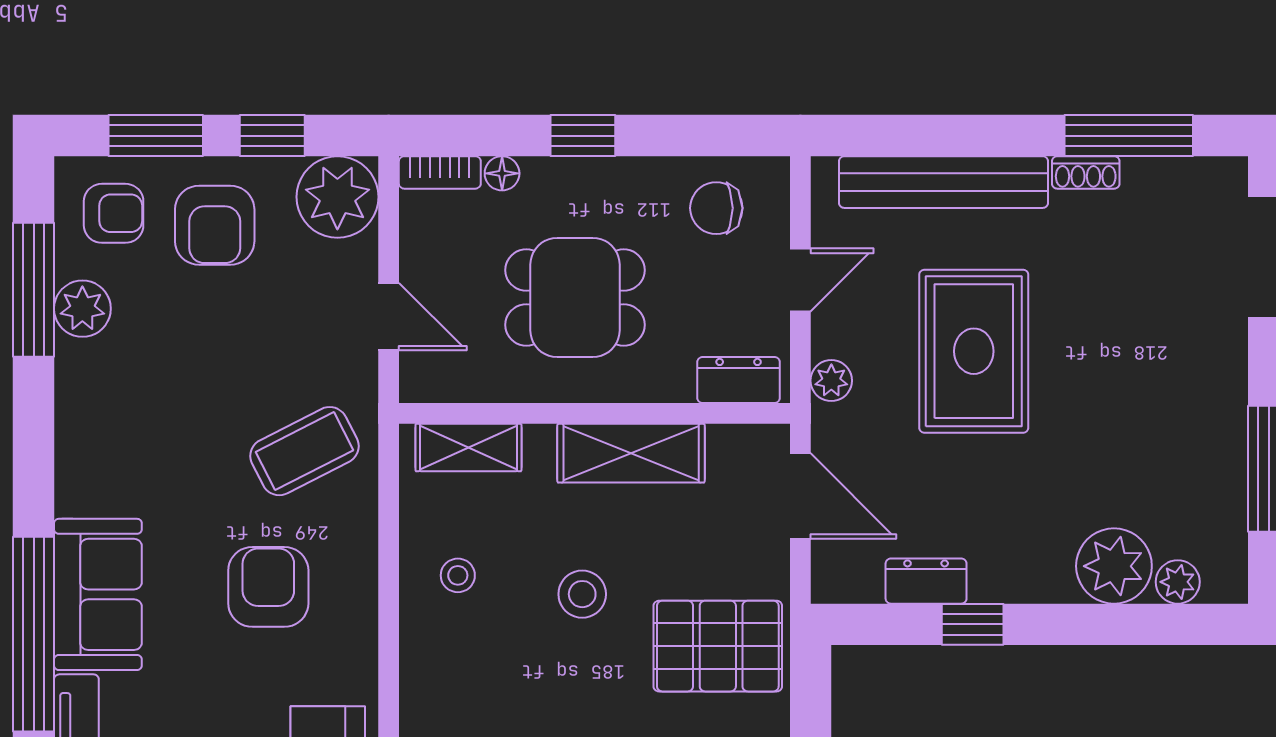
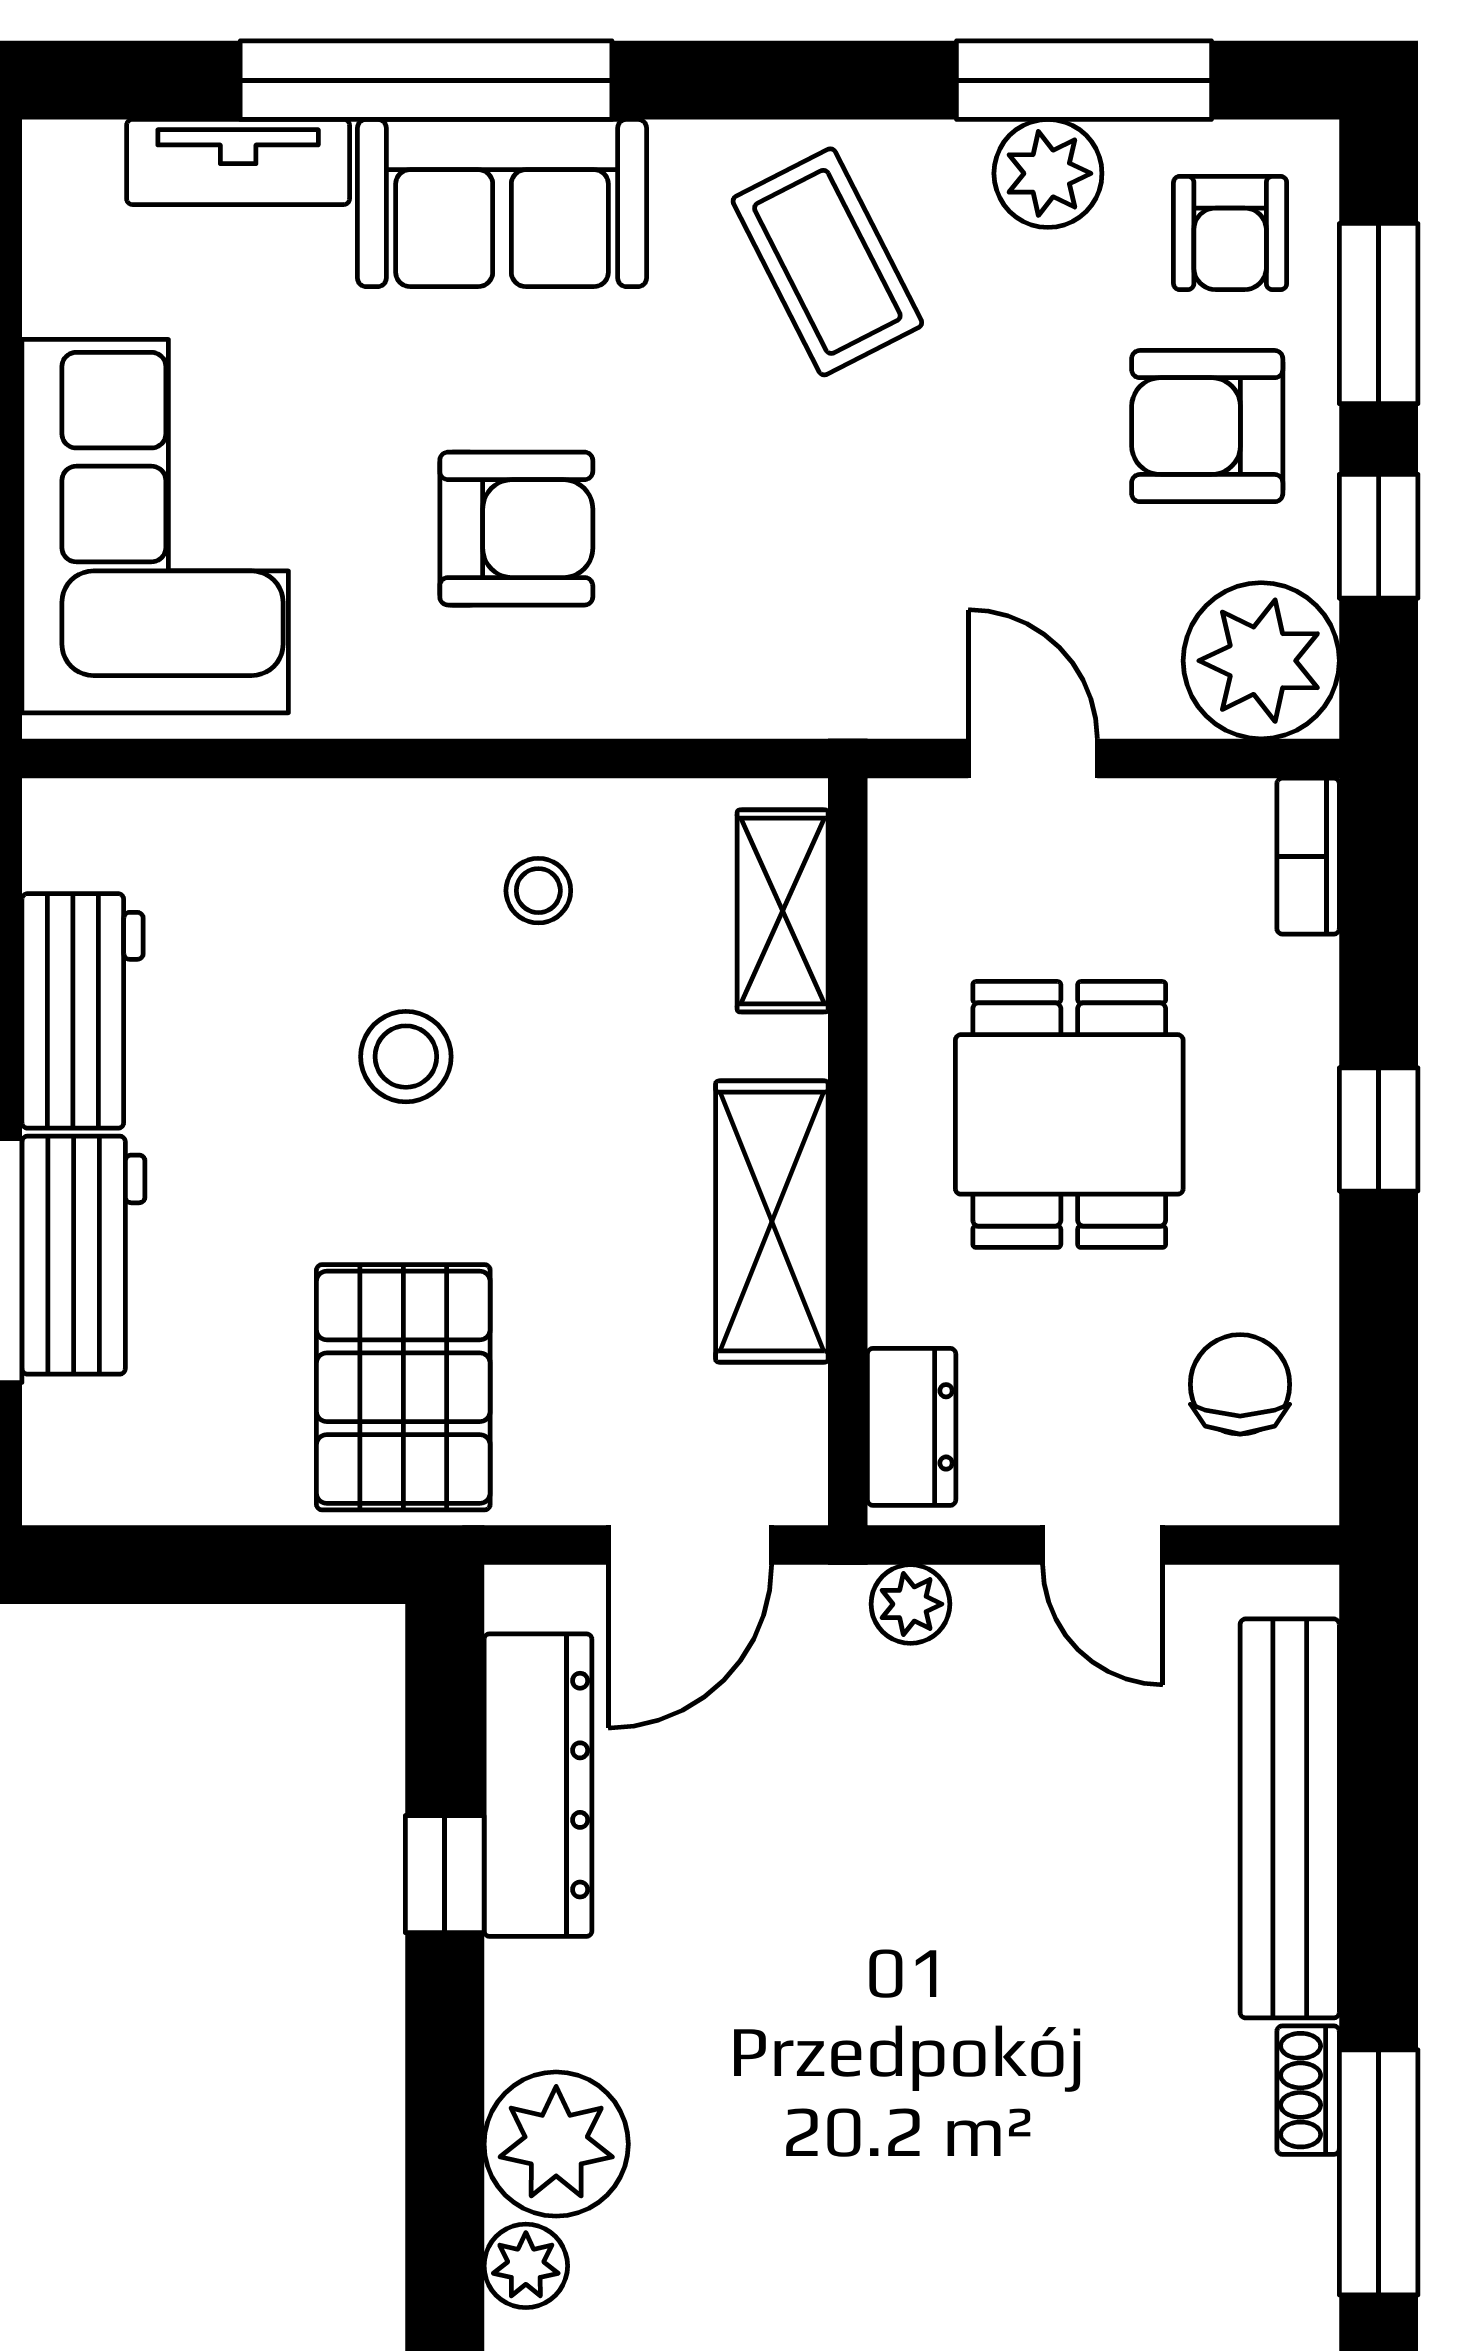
floor lamp: (502, 173) -> (1306, 975), removed
door: (389, 317) -> (1033, 758), swing flipped
rug: (974, 351) -> (967, 1876), removed
coffee table: (304, 451) -> (827, 262), moved
dresser: (926, 581) -> (538, 1785), width x1.96, depth x1.24
stool: (582, 594) -> (406, 1057), moved

